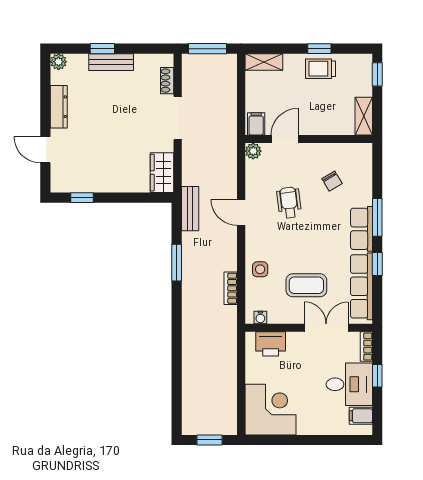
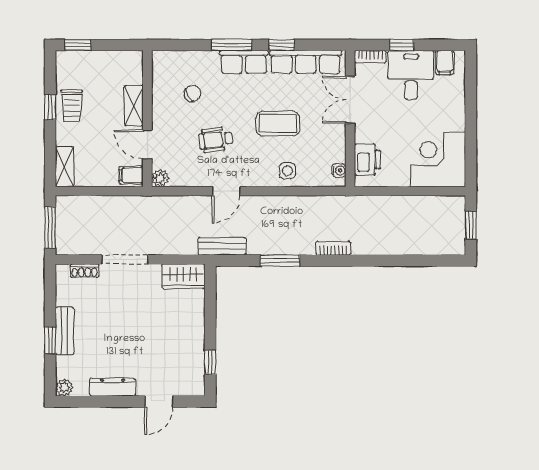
shelving: (364, 116) -> (134, 106), moved, turned 90
coffee table: (306, 285) -> (278, 124), moved, turned 90
bookcase: (231, 288) -> (333, 248), moved, turned 180

